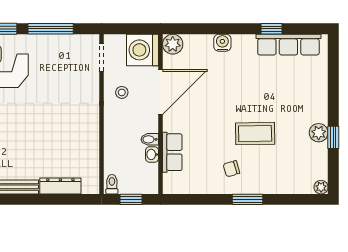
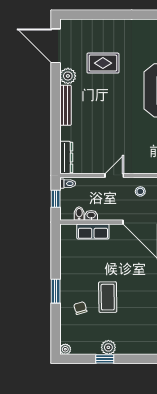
door: (102, 125) -> (114, 175), added
bidet: (150, 139) -> (79, 214), moved
chair: (231, 169) -> (80, 308), moved
dresser: (60, 186) -> (66, 157), moved

